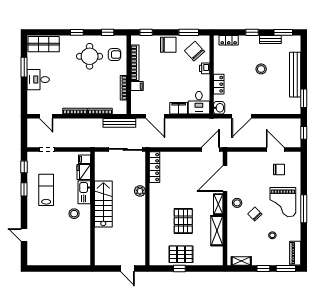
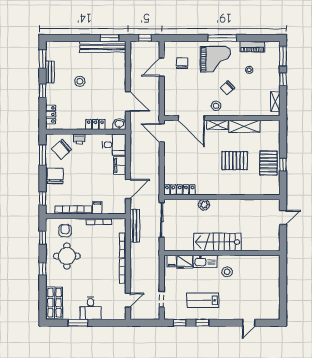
bench: (295, 75) -> (103, 47), moved
piano: (295, 253) -> (252, 47), moved

